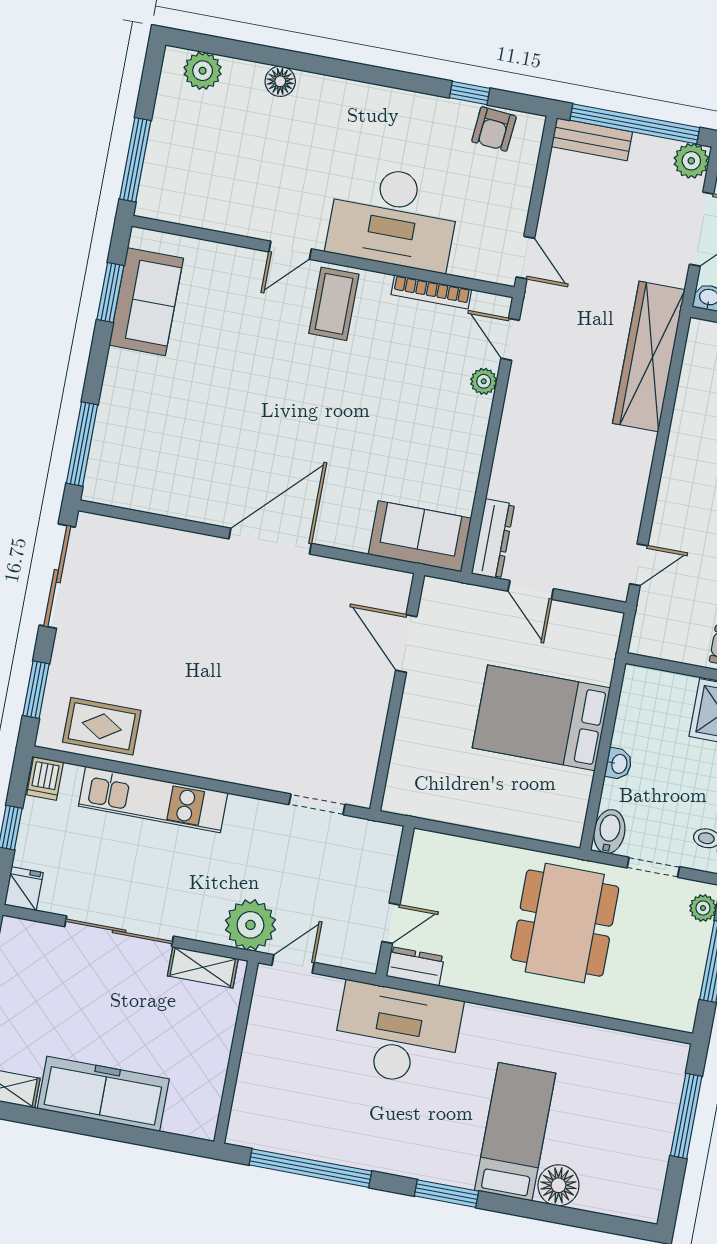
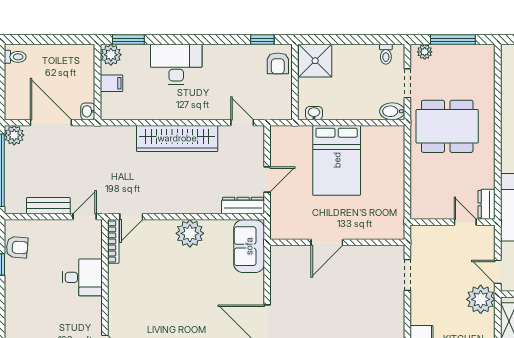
bench: (592, 139) -> (48, 206), moved, turned 90
desk: (393, 218) -> (82, 277), width x0.53, depth x0.77
bookcase: (431, 292) -> (113, 241), moved
coffee table: (334, 304) -> (130, 317), removed
wardrobe: (649, 356) -> (177, 138), moved
plant: (484, 381) -> (190, 233), moved, width x1.88, depth x1.88
door: (406, 644) -> (327, 242), moved
washbasin: (619, 764) -> (314, 113), moved

